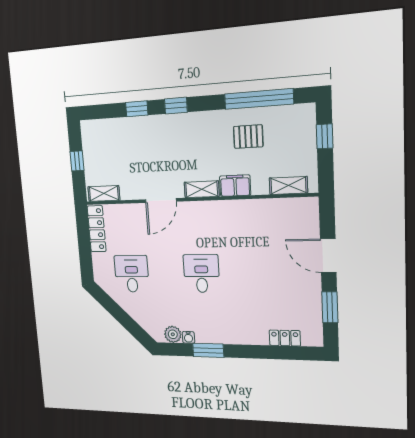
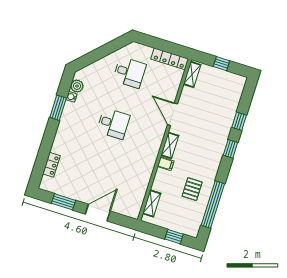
filing cabinet: (235, 186) -> (166, 164), width x0.50

